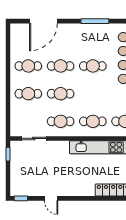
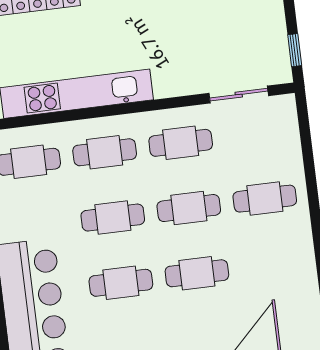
cafe table: (28, 66) -> (113, 218), moved

